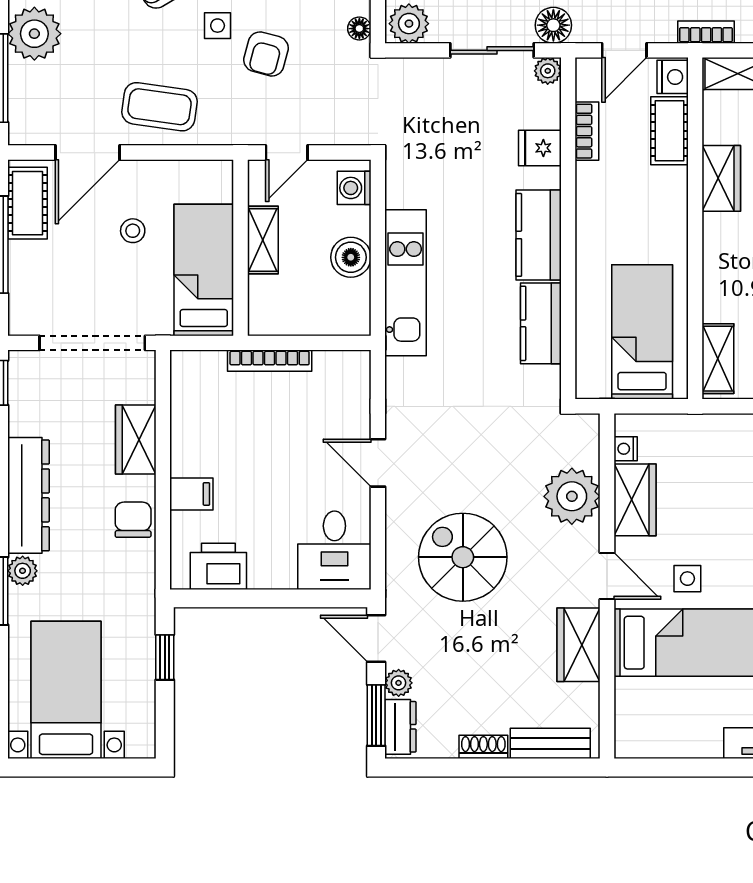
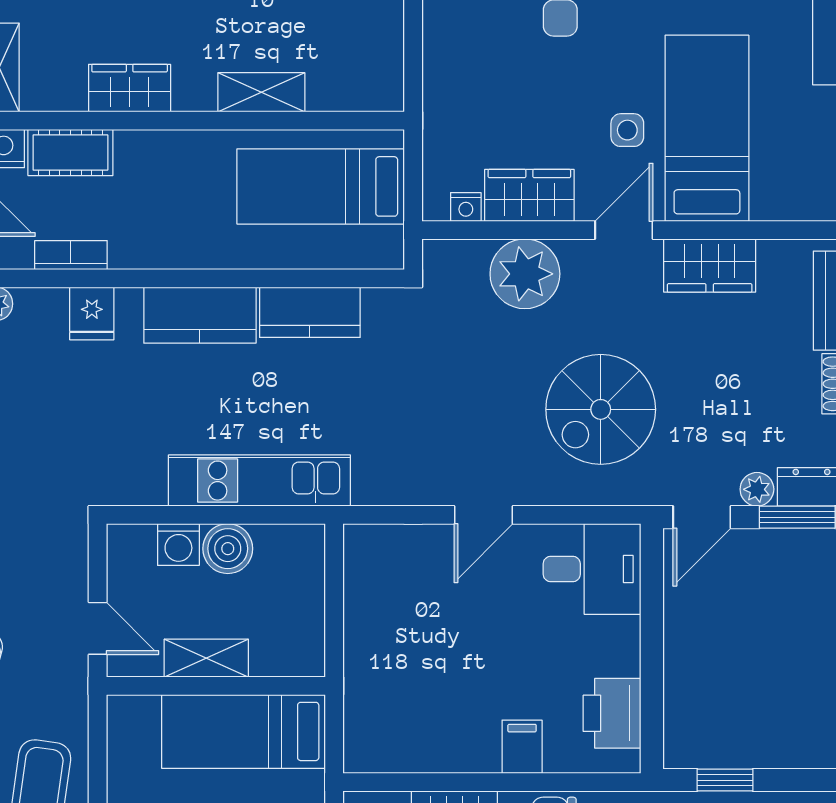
washing machine: (354, 188) -> (178, 545), moved
shelving: (718, 359) -> (261, 92), moved
bookcase: (270, 361) -> (356, 650), removed

